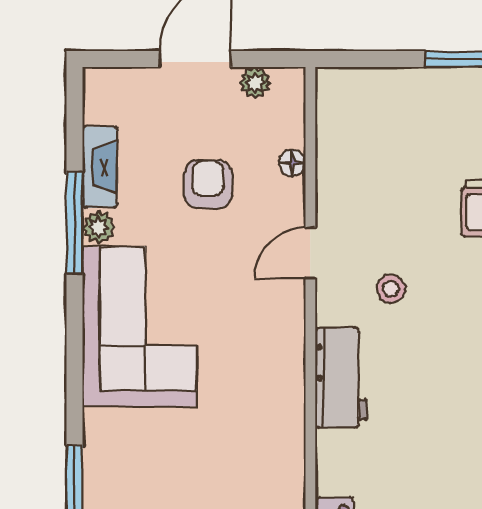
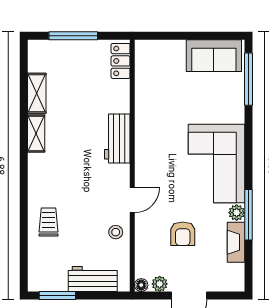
workbench: (391, 92) -> (93, 279), added
floor lamp: (292, 163) -> (141, 285), moved
stool: (391, 289) -> (116, 232), moved

